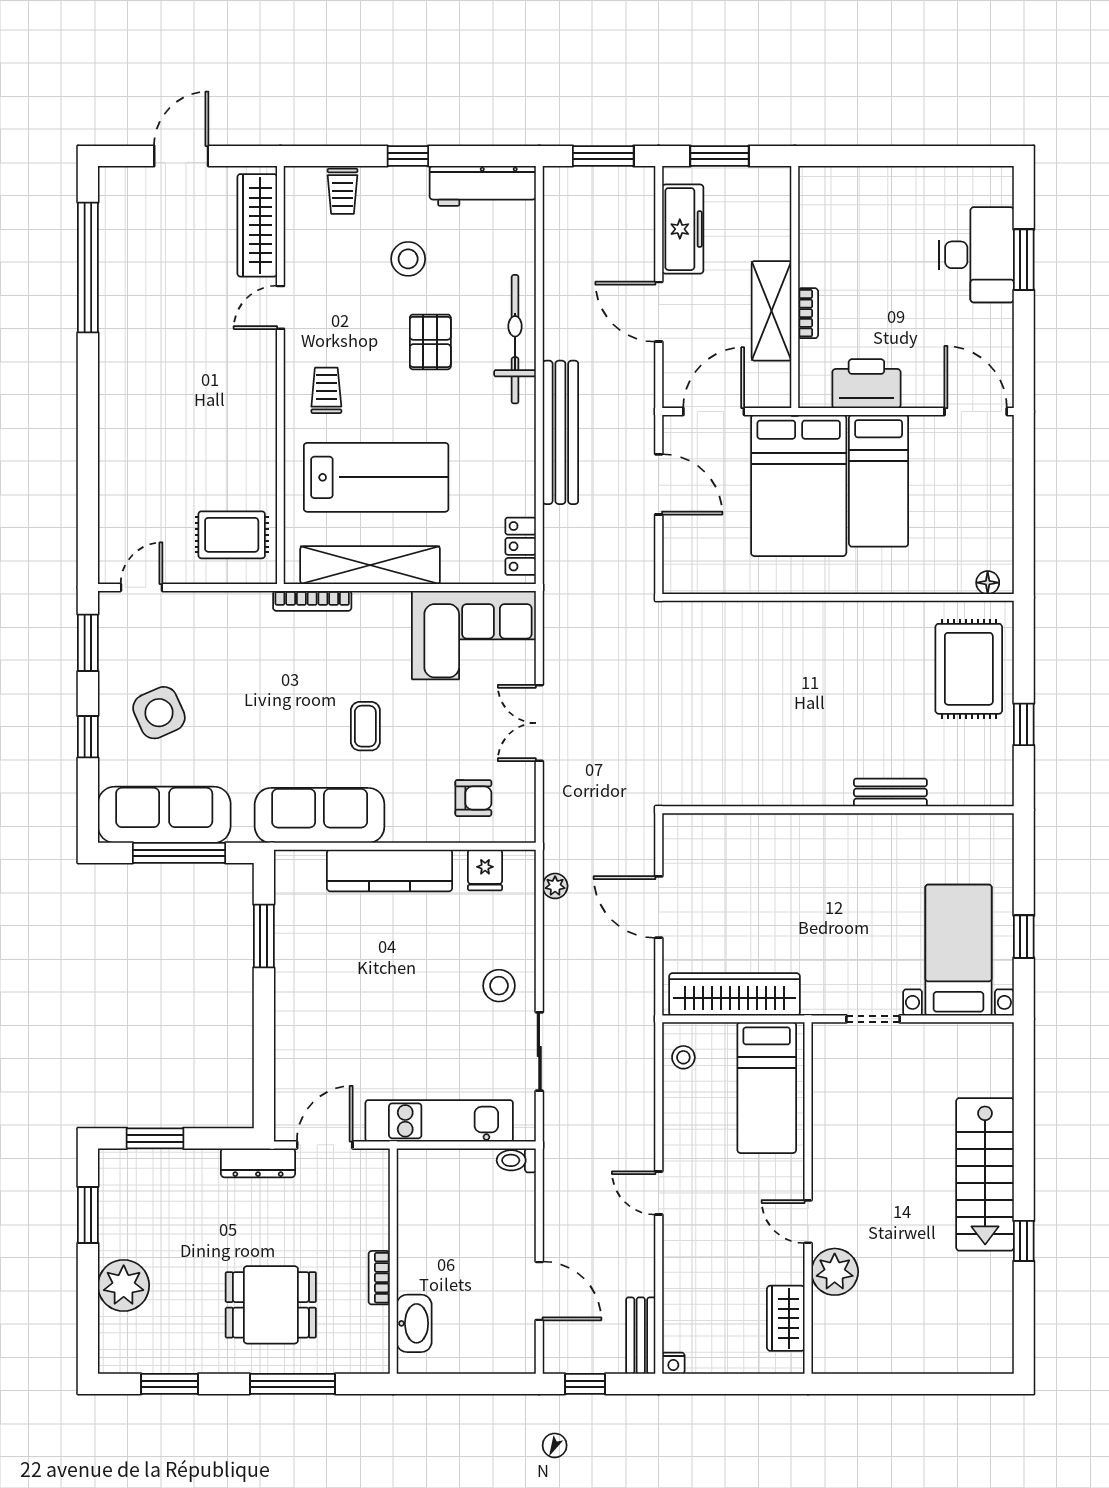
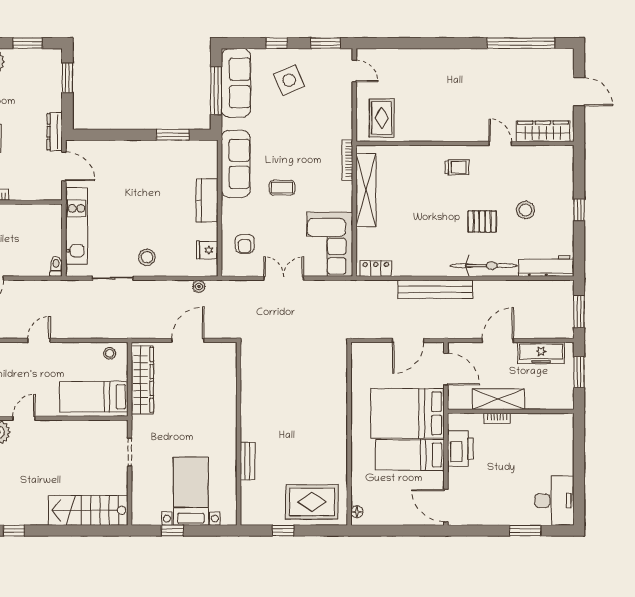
workbench: (483, 186) -> (546, 266), moved, turned 90
trolley: (343, 191) -> (561, 176), removed
desk: (976, 255) -> (554, 501), moved, turned -90
door: (976, 412) -> (446, 506), swing flipped
lab bench: (376, 477) -> (412, 193), removed
kitchen counter: (390, 870) -> (207, 200), width x0.67
bed with nightstands: (958, 950) -> (191, 491), moved, turned -90
stairs: (985, 1174) -> (88, 510), moved

